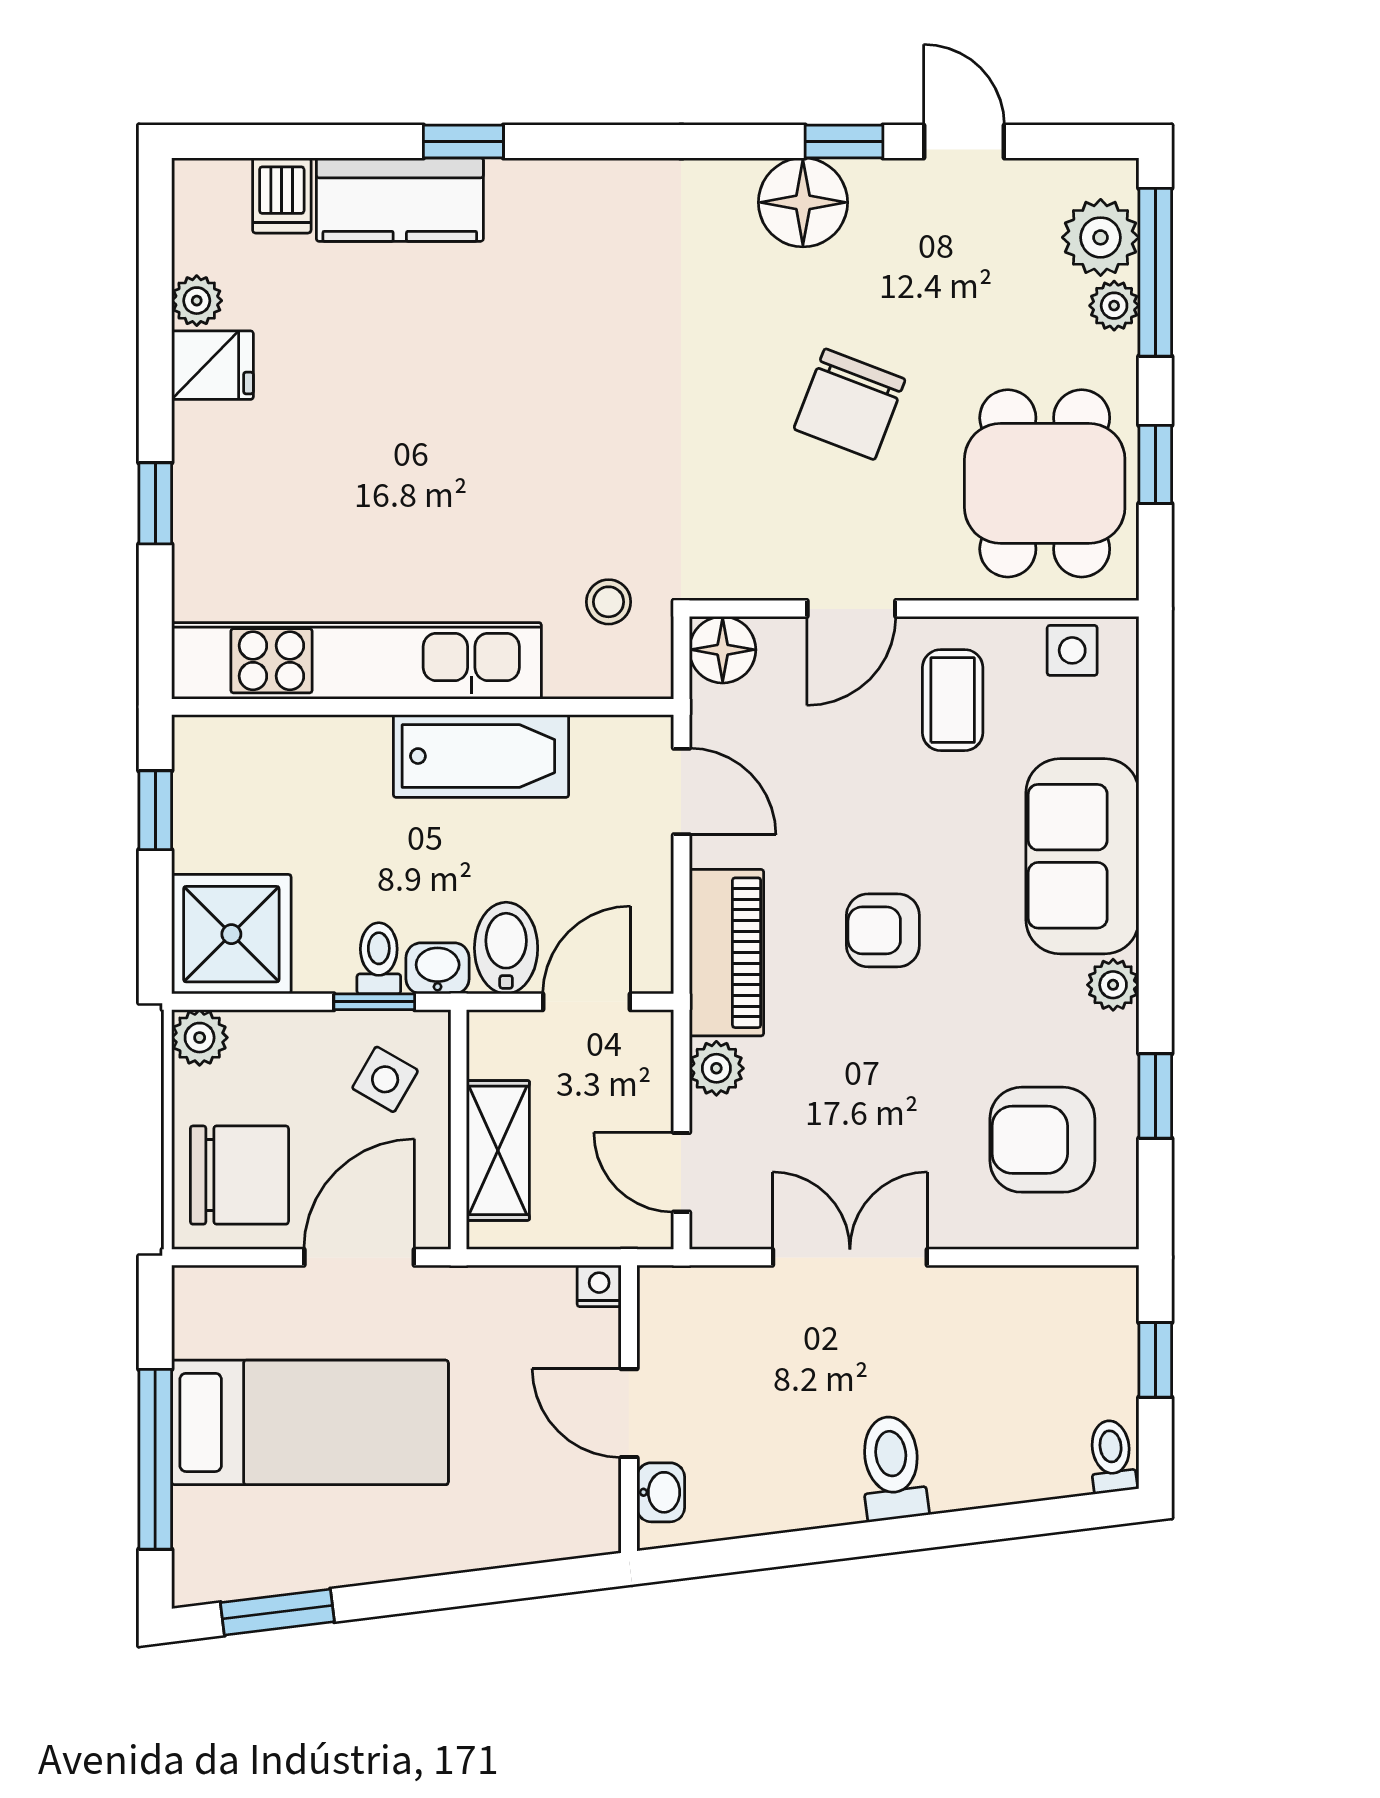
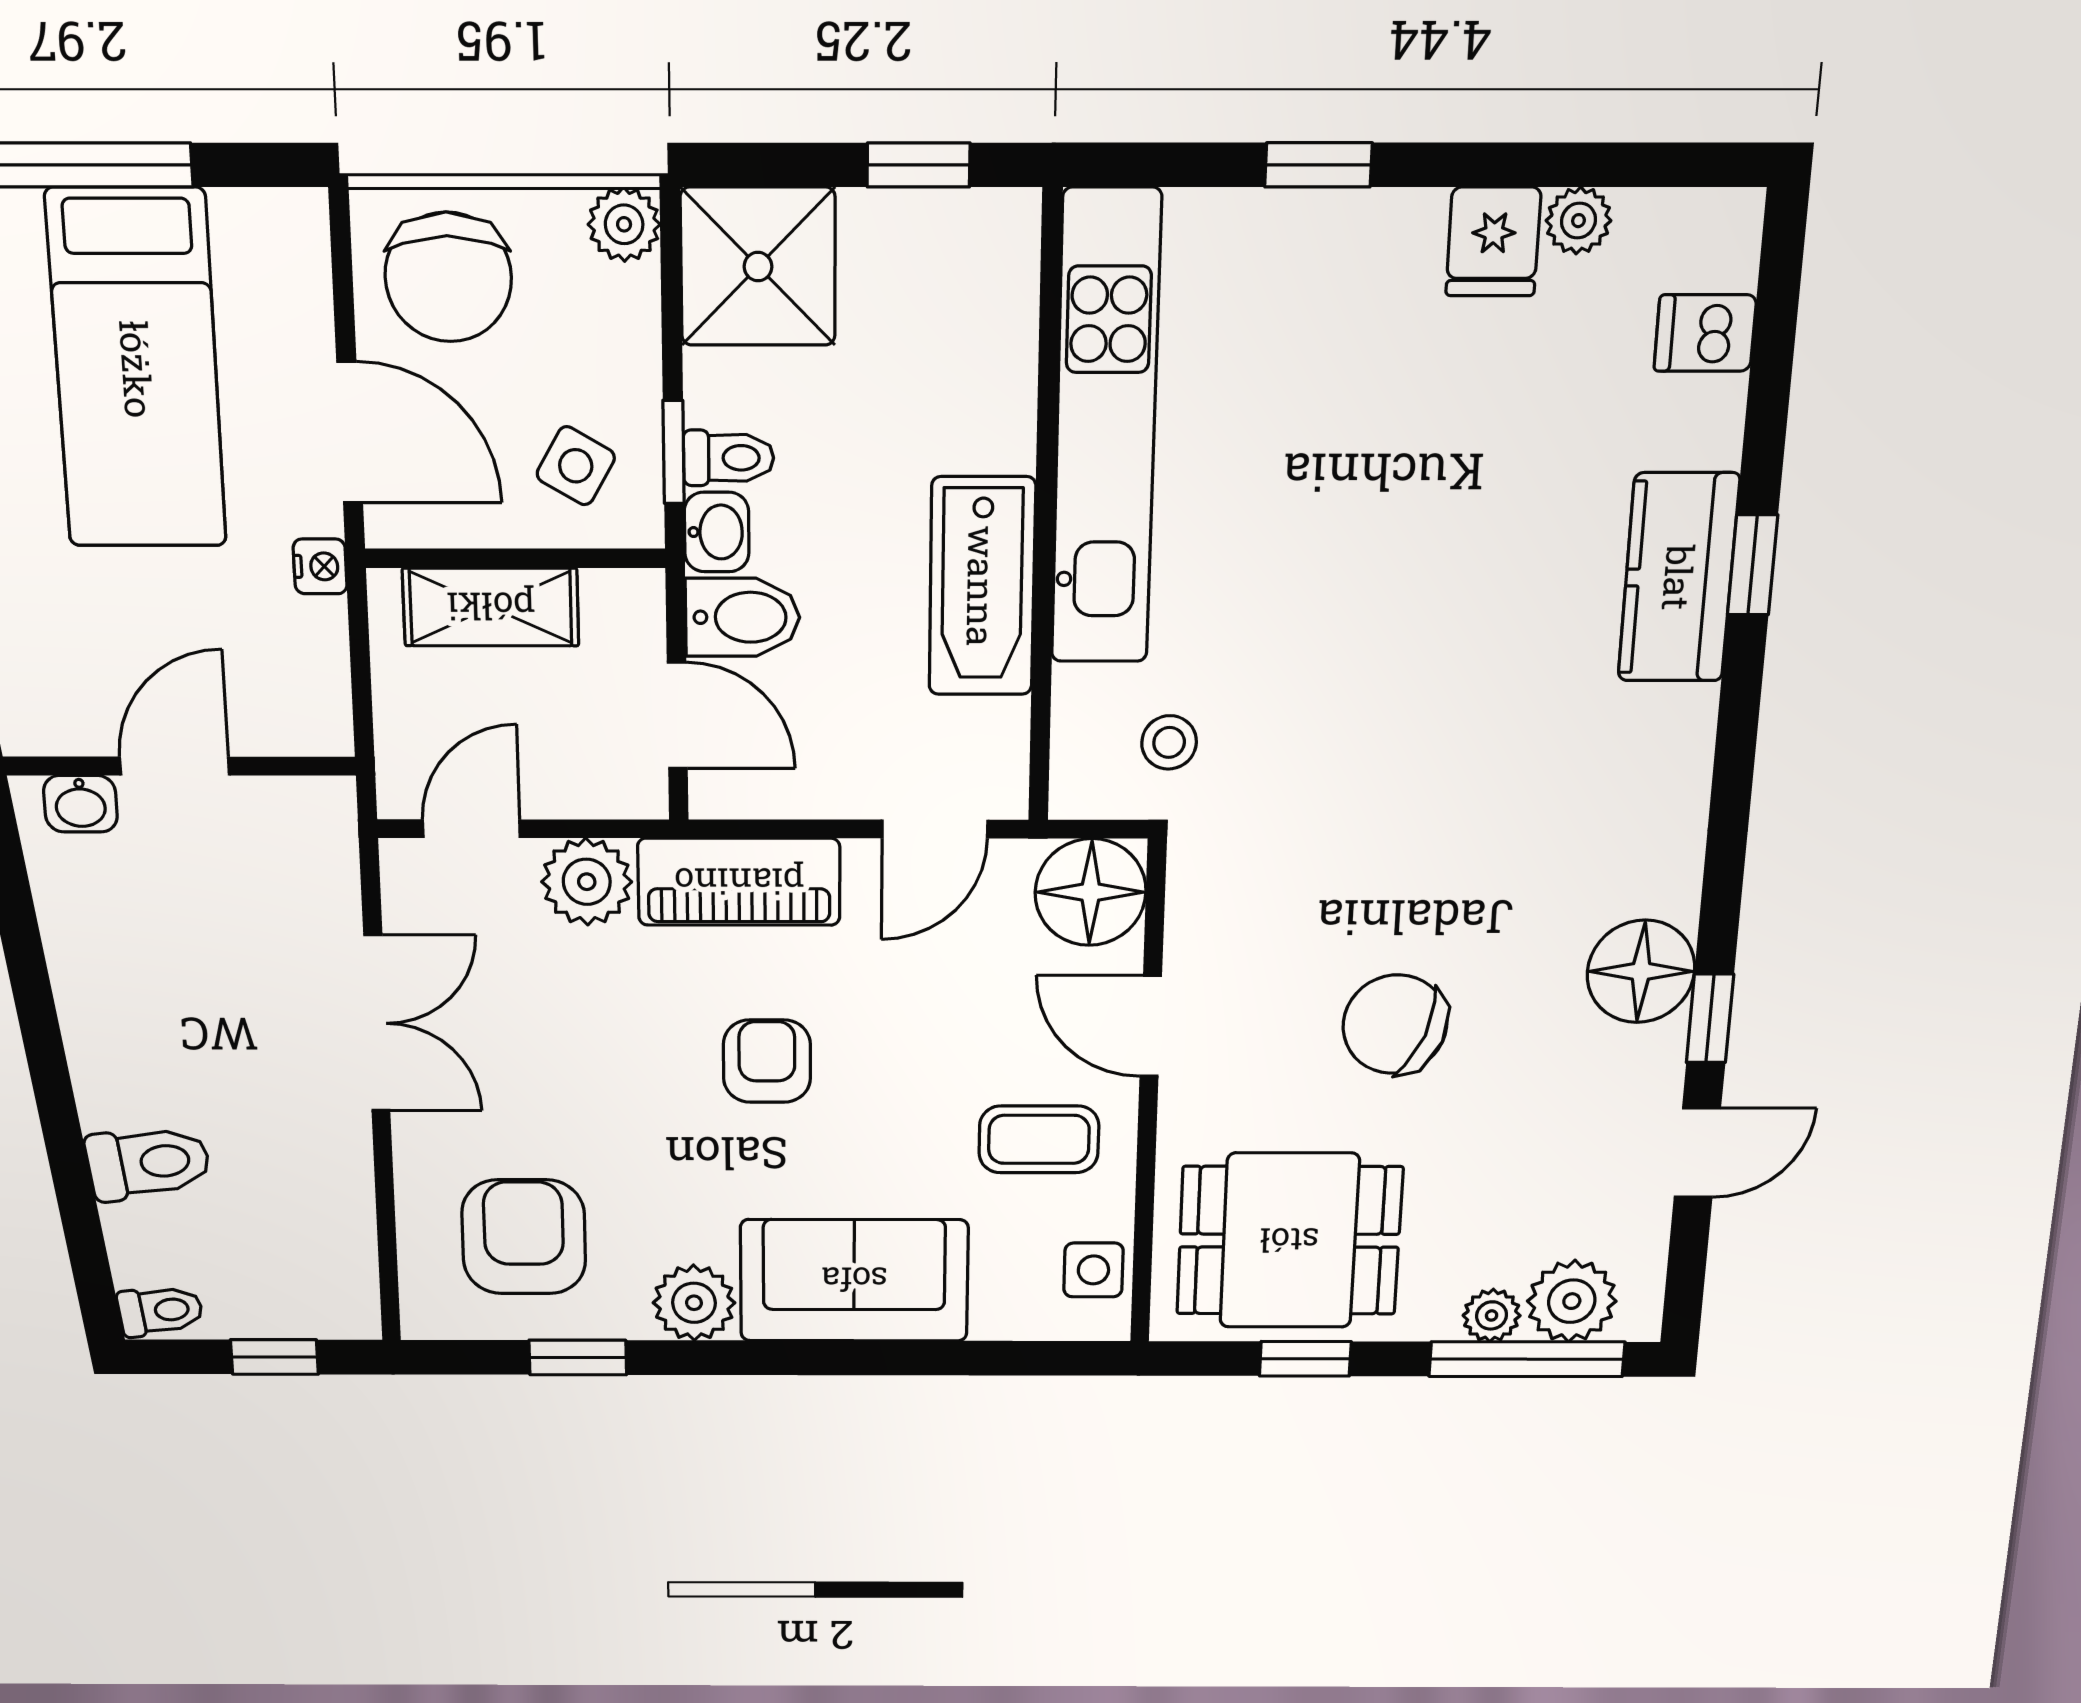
kitchen counter: (400, 200) -> (1679, 578), moved
floor lamp: (723, 650) -> (1091, 892), width x1.38, depth x1.38
plant: (1113, 985) -> (694, 1303), width x1.38, depth x1.38
plant: (716, 1068) -> (587, 882), width x1.38, depth x1.38
nightstand: (599, 1286) -> (320, 566), moved
toilet: (892, 1468) -> (148, 1163), moved

